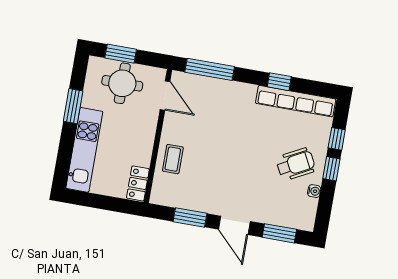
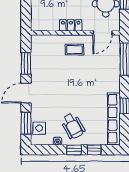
coffee table: (173, 159) -> (75, 50), moved
locker: (138, 183) -> (71, 25), moved
side table: (290, 215) -> (39, 128), added

